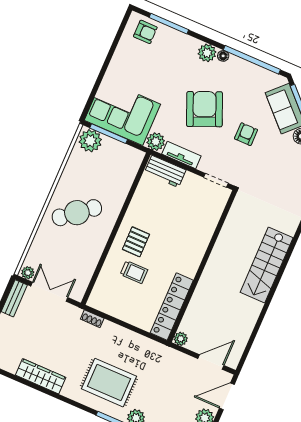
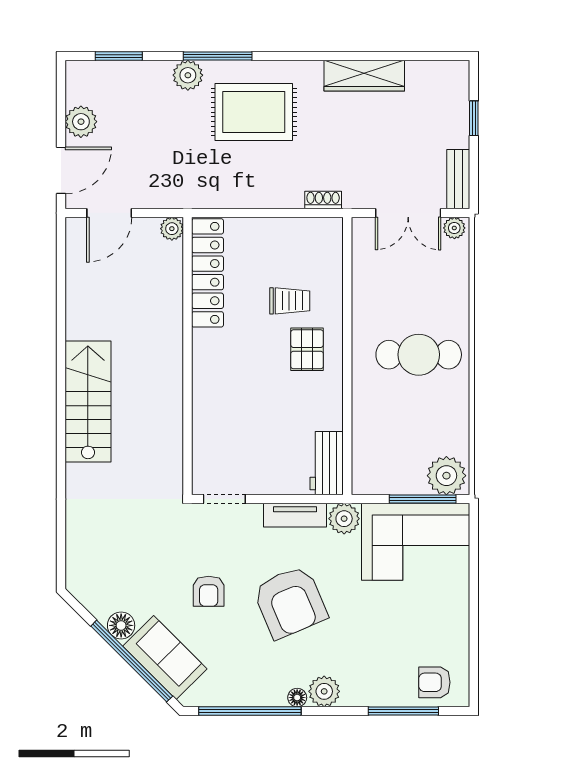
workbench: (165, 171) -> (327, 463), moved, turned -90
cafe table: (77, 213) -> (419, 355), turned 39
trolley: (134, 272) -> (290, 301), turned 180

